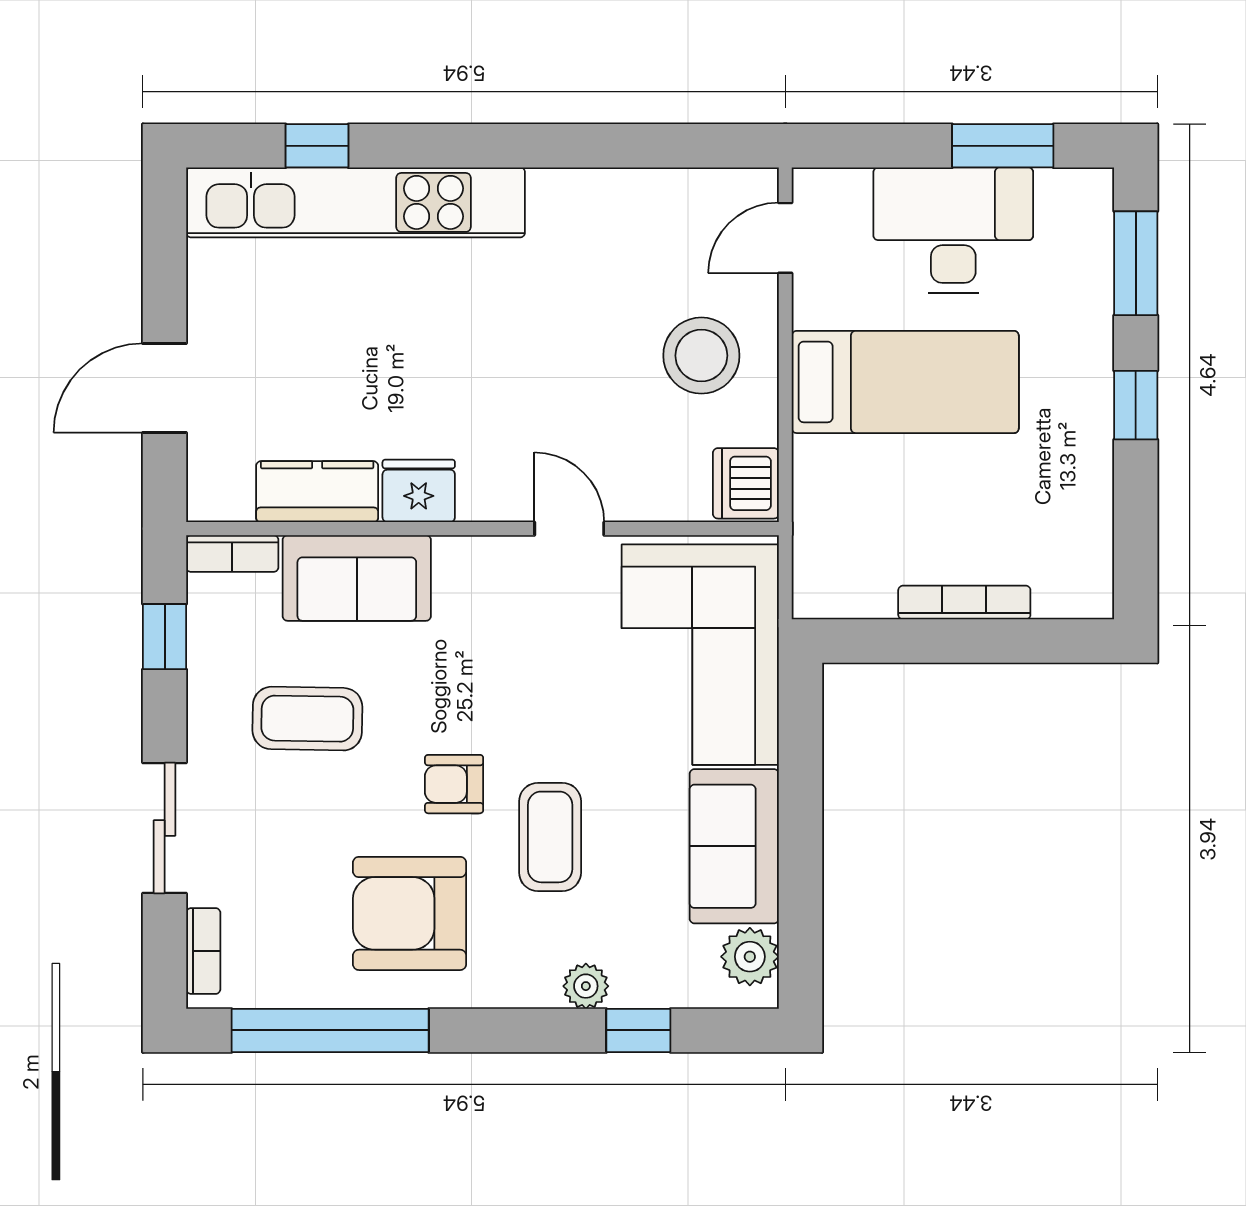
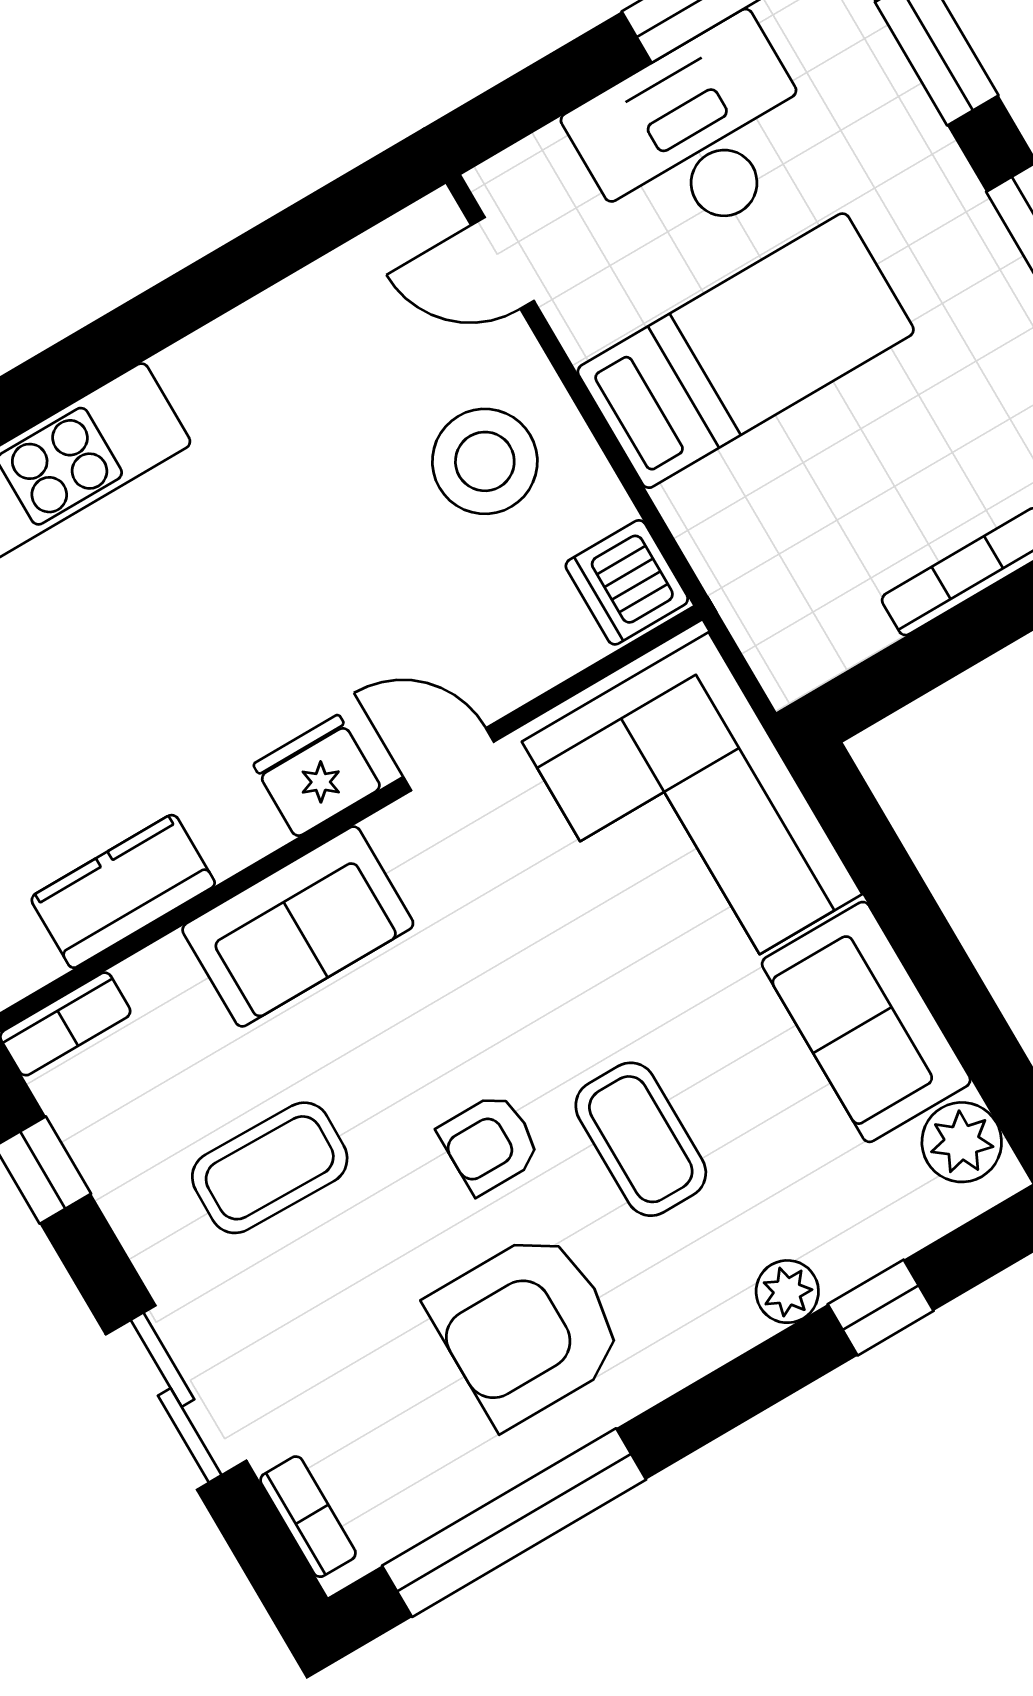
door: (785, 238) -> (502, 263), hinge flipped
fridge: (419, 491) -> (317, 776), moved
sofa: (357, 578) -> (298, 927), moved

